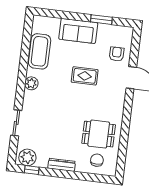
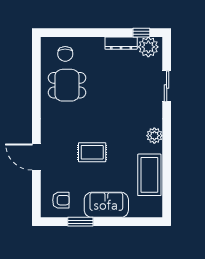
armchair: (117, 54) -> (61, 200), moved, turned -90
dresser: (62, 165) -> (121, 43), moved

